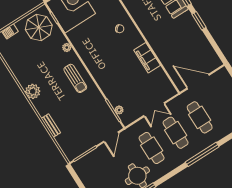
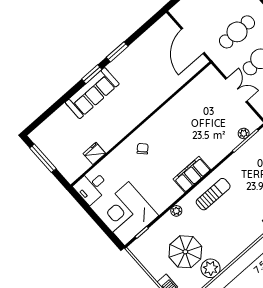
parasol: (39, 27) -> (185, 252), moved
filing cabinet: (147, 58) -> (192, 174), moved, turned 180
plant: (33, 91) -> (211, 268), moved

